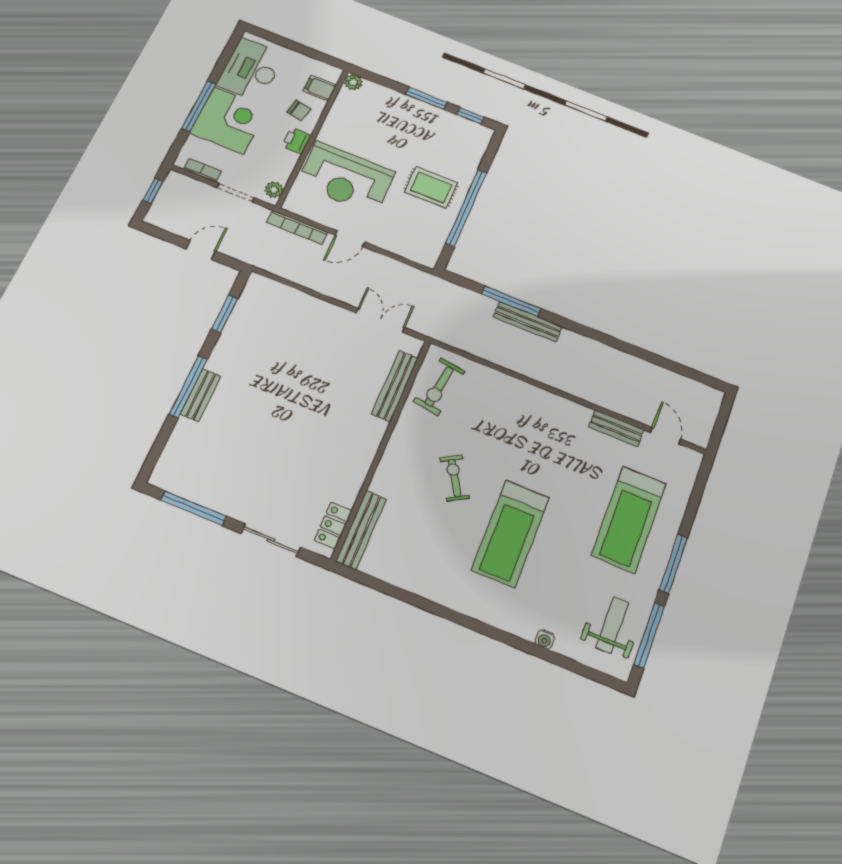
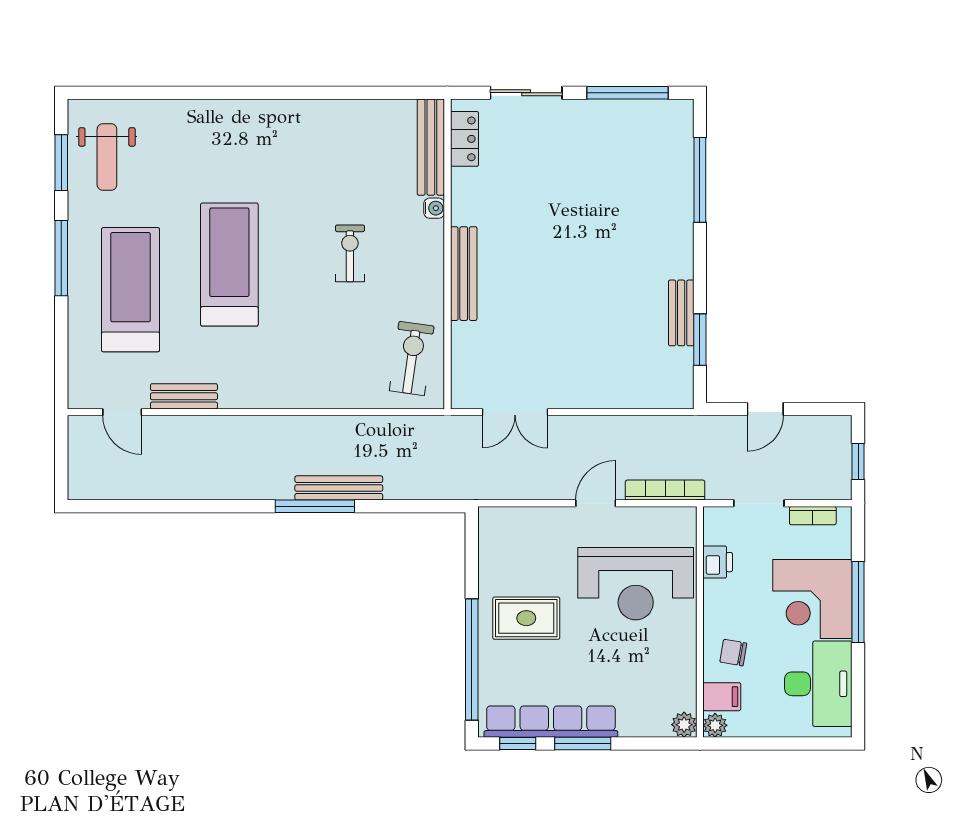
row of seats: (442, 120) -> (551, 722), added
printer: (297, 141) -> (718, 562), moved
reception desk: (346, 178) -> (636, 584), turned 180
plant: (274, 190) -> (715, 725), moved
window: (466, 208) -> (472, 659), moved
window: (511, 301) -> (315, 506), moved
bench: (395, 386) -> (464, 274), moved
window: (188, 387) -> (700, 180), moved
bench: (201, 395) -> (681, 313), moved
exercise bike: (455, 478) -> (350, 253), turned -149
treadmill: (510, 533) -> (229, 265), moved
window: (649, 635) -> (61, 163), width x0.69
water cooler: (545, 639) -> (434, 208), moved, turned 90

